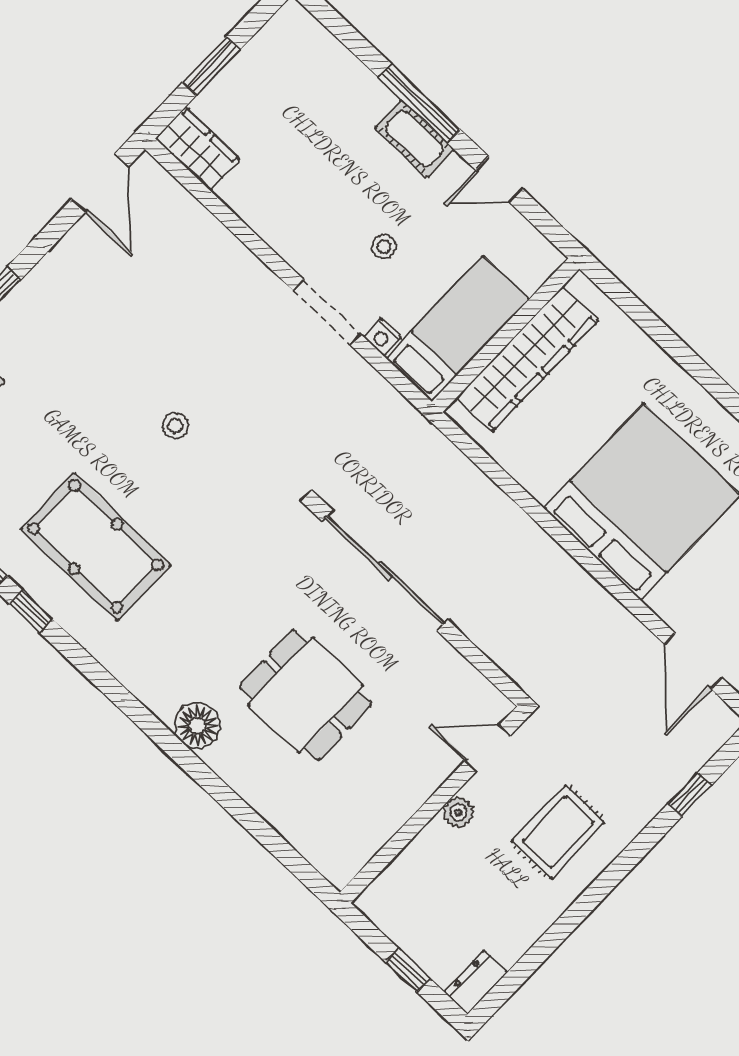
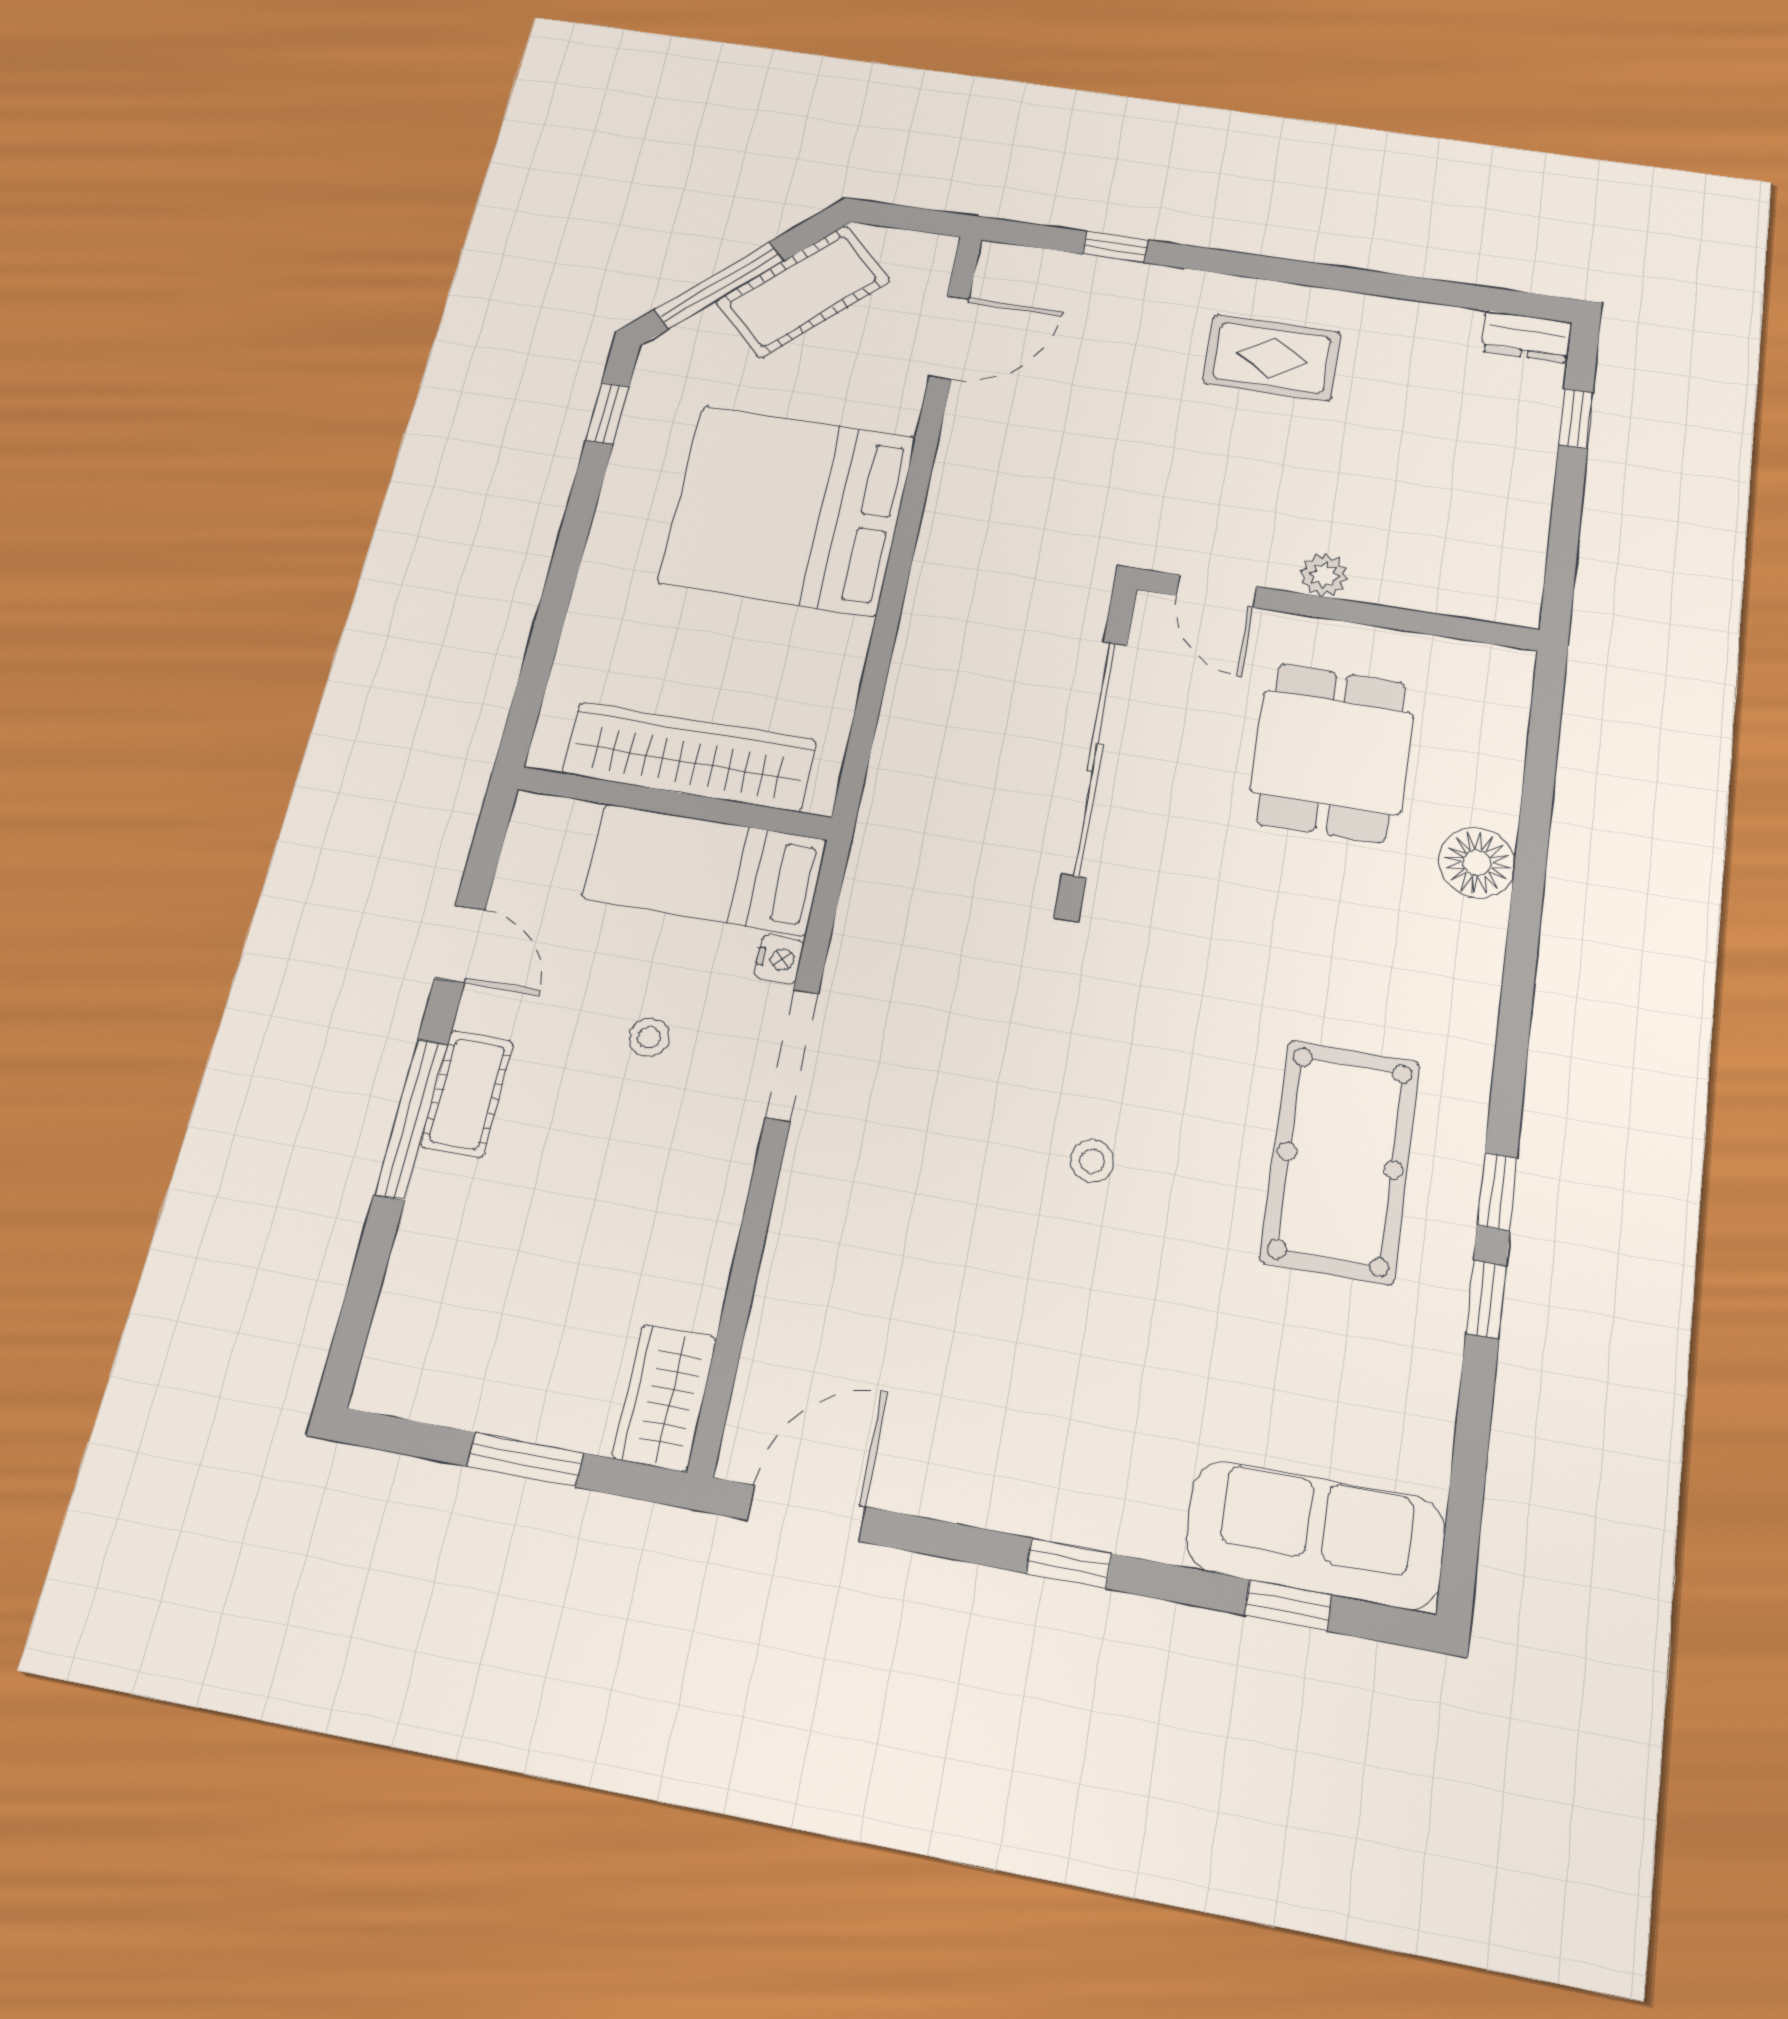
door: (488, 748) -> (1216, 591), moved
wall: (434, 805) -> (1337, 610), moved
plant: (458, 812) -> (1324, 575), moved

